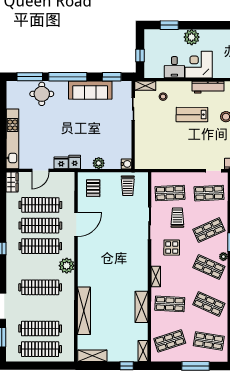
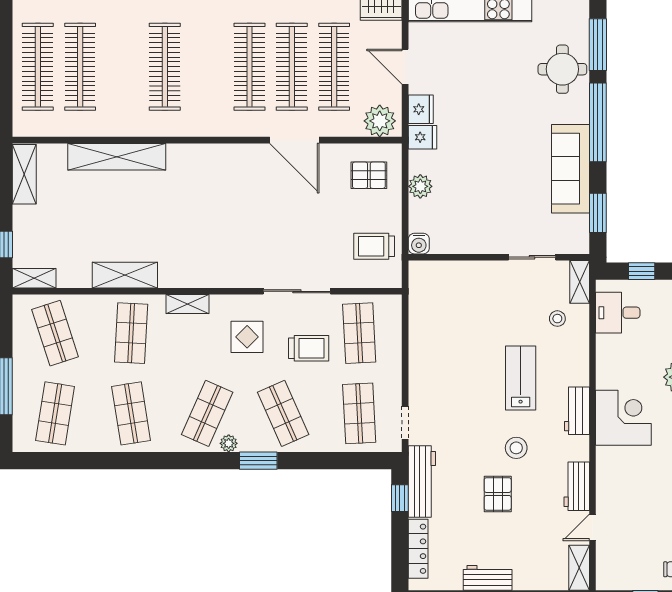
corner desk: (199, 65) -> (623, 418), moved
desk: (174, 67) -> (618, 313), moved
workbench: (208, 87) -> (577, 411), width x0.73
plant: (67, 266) -> (380, 121), moved
shop shelf: (209, 304) -> (131, 413), turned -33

